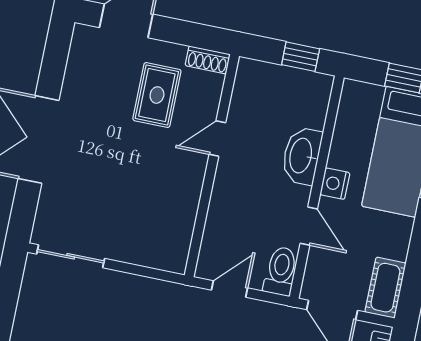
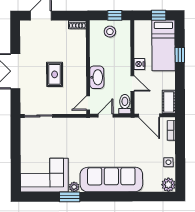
stool: (281, 93) -> (110, 32), added
rug: (157, 95) -> (55, 74), moved
door: (217, 138) -> (88, 103), moved
washbasin: (302, 156) -> (97, 77), moved, turned 180

